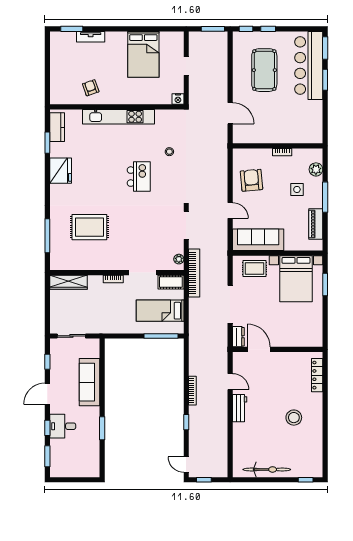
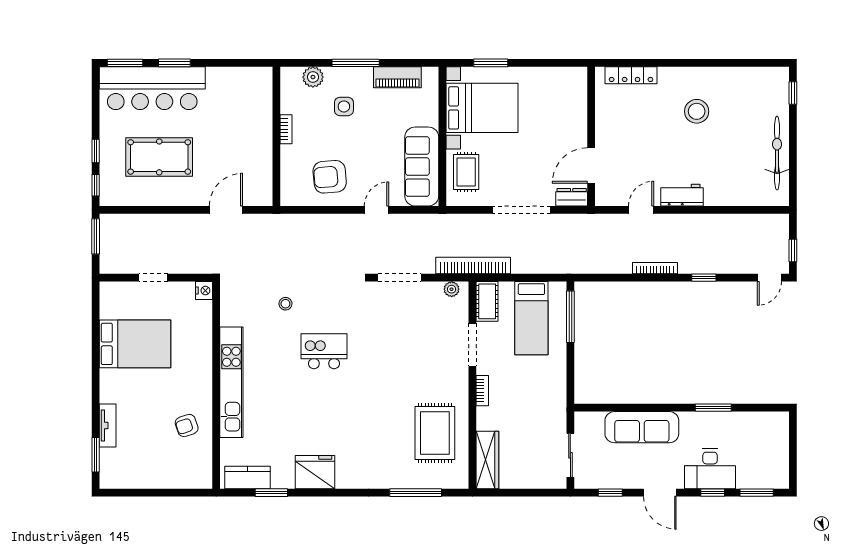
rug: (89, 227) -> (435, 433), moved
desk: (63, 426) -> (710, 469), width x1.37

